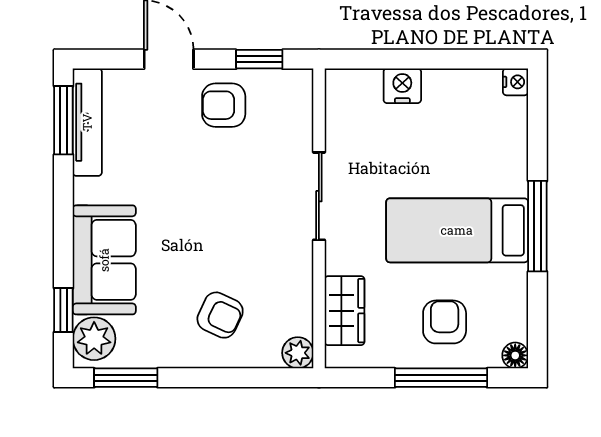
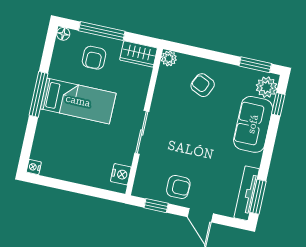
nightstand: (402, 86) -> (121, 174), moved, turned -90
wardrobe: (344, 311) -> (139, 54), moved, turned -90

